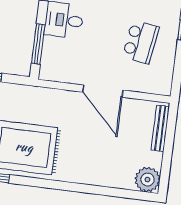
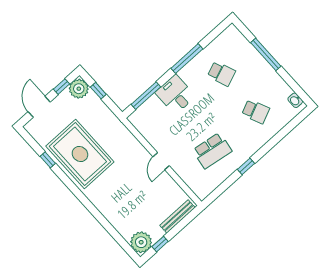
door: (103, 91) -> (161, 161), width x0.53
window: (166, 167) -> (160, 244), added

